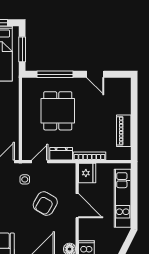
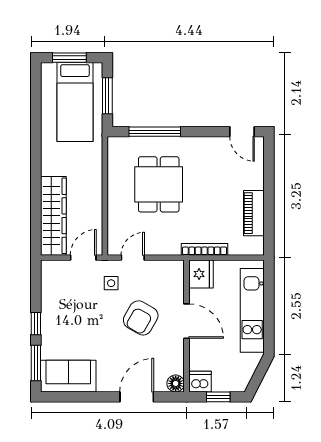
door: (95, 74) -> (242, 132), moved
dresser: (61, 154) -> (164, 246), removed

